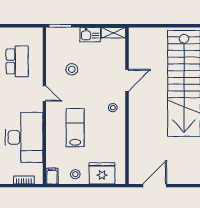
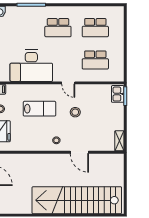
kitchen sink: (90, 35) -> (118, 94), moved
stool: (72, 69) -> (75, 112), moved
door: (44, 93) -> (68, 83), hinge flipped

